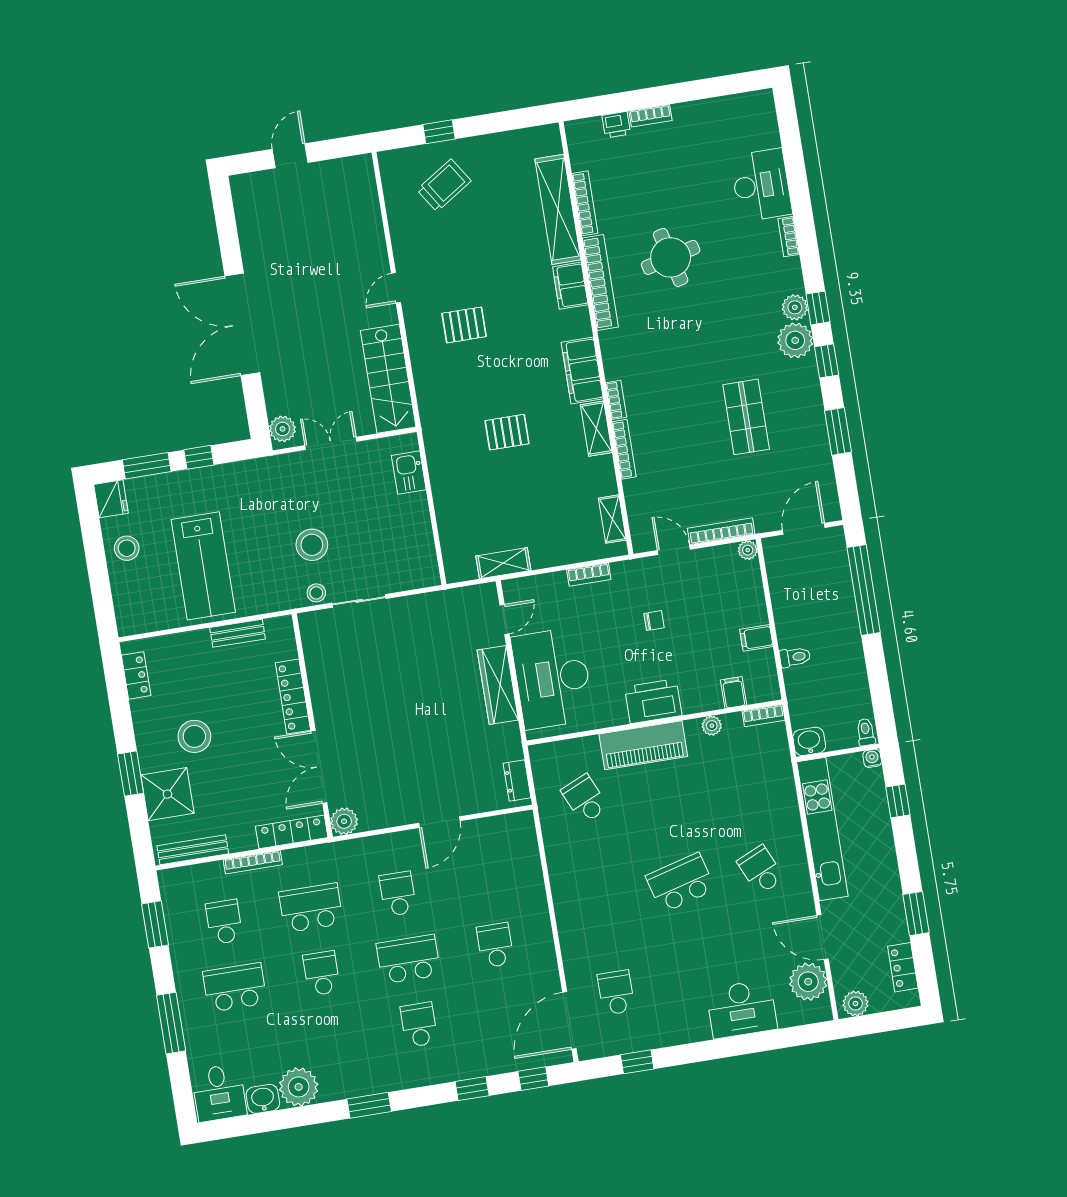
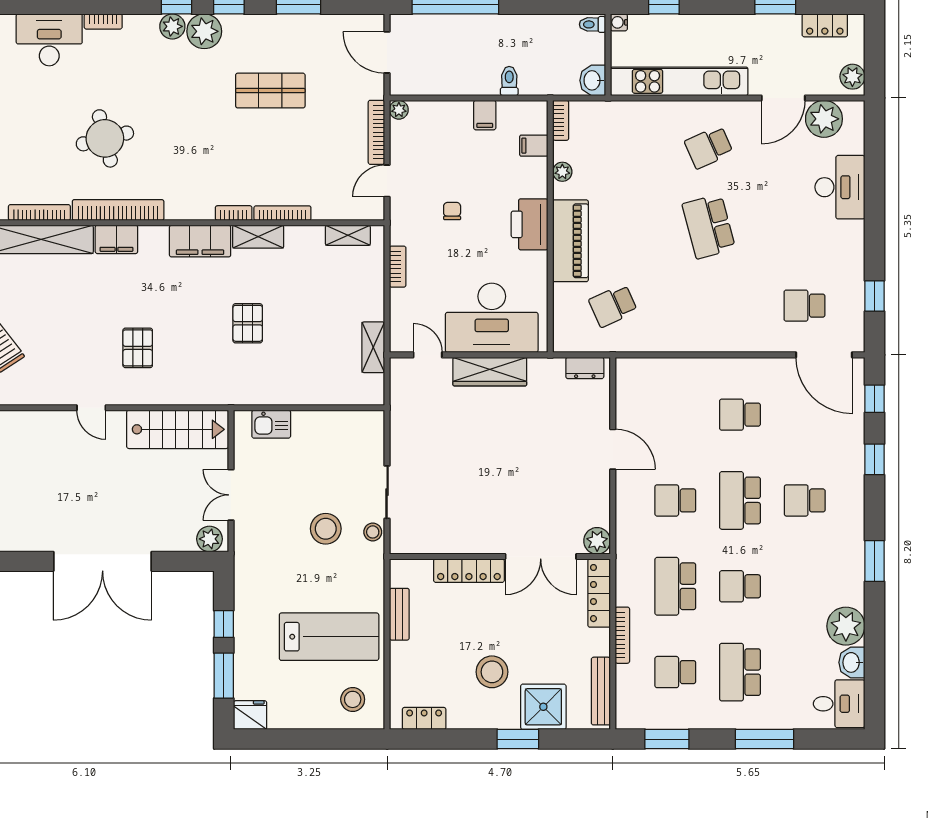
stool: (127, 548) -> (353, 699), moved

